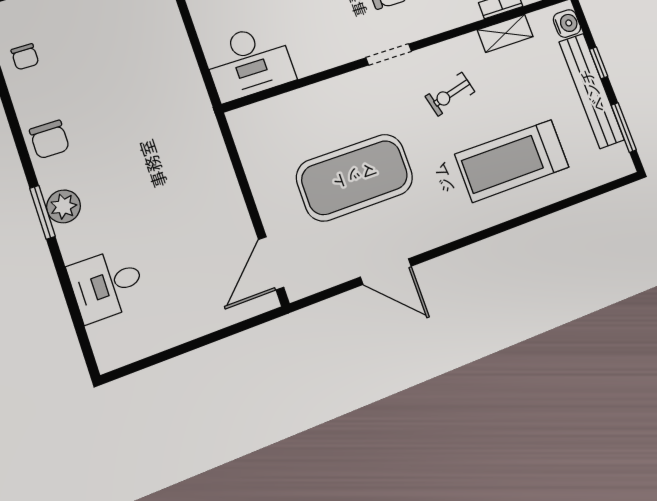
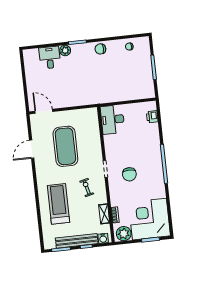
plant: (64, 206) -> (65, 50), moved

